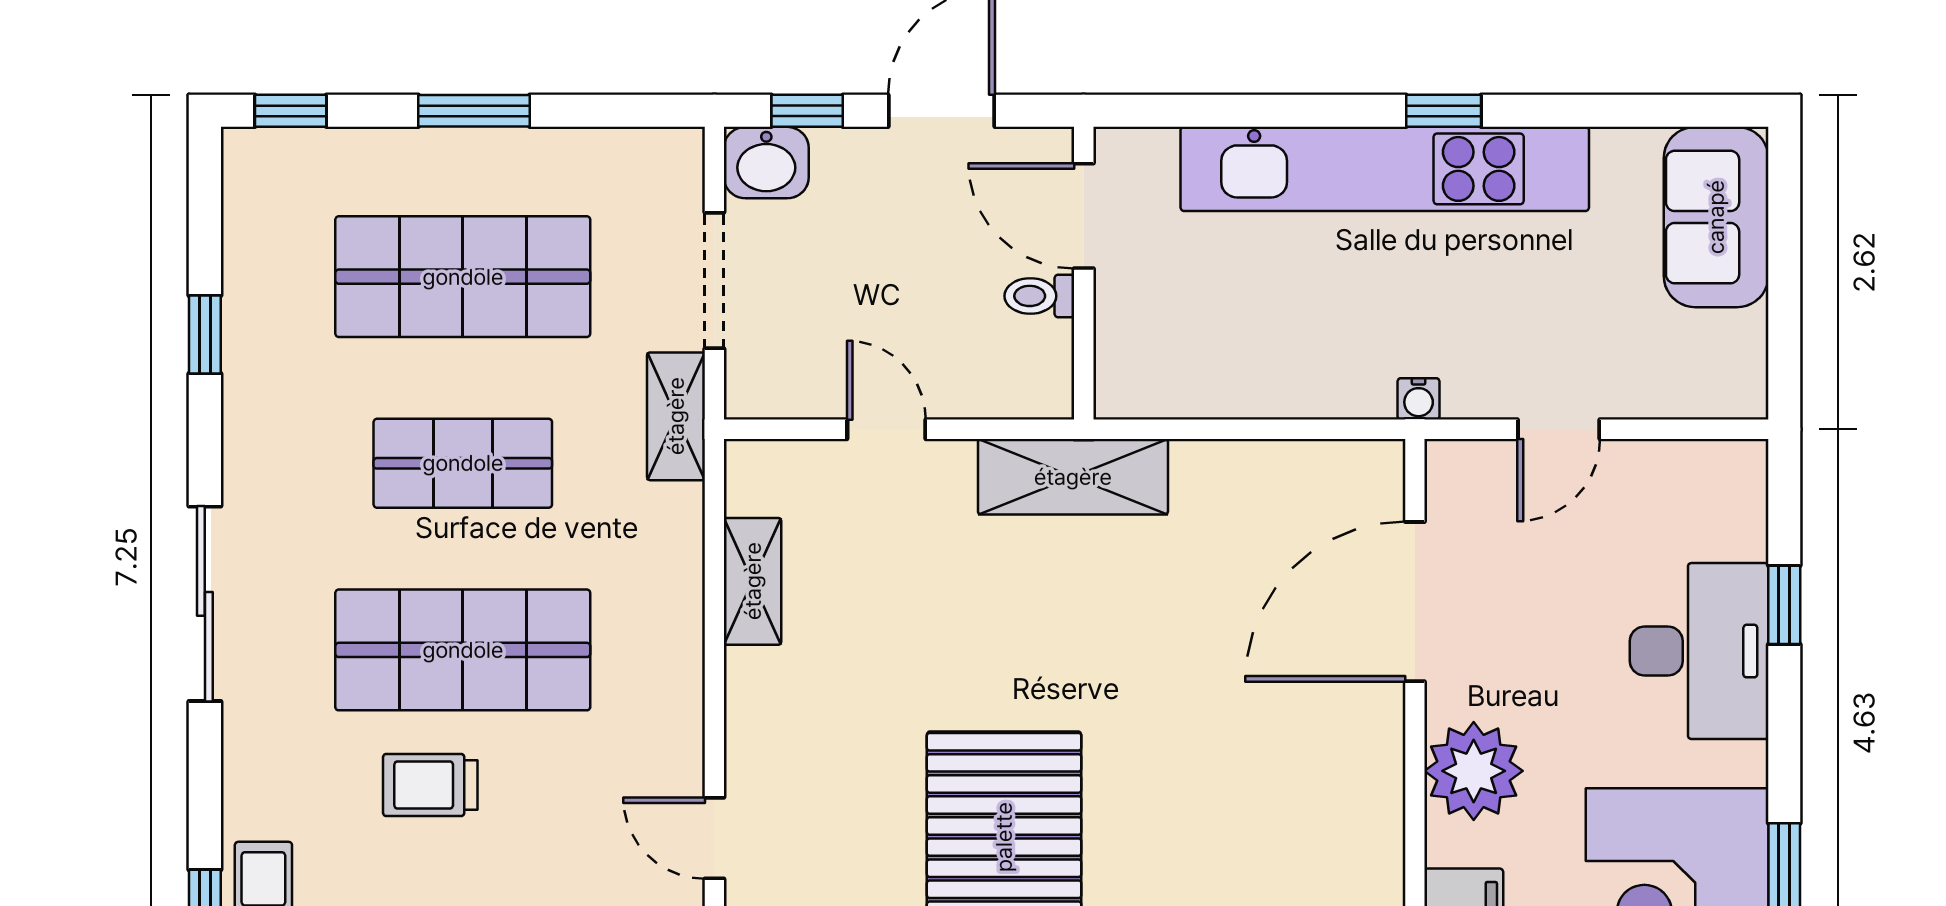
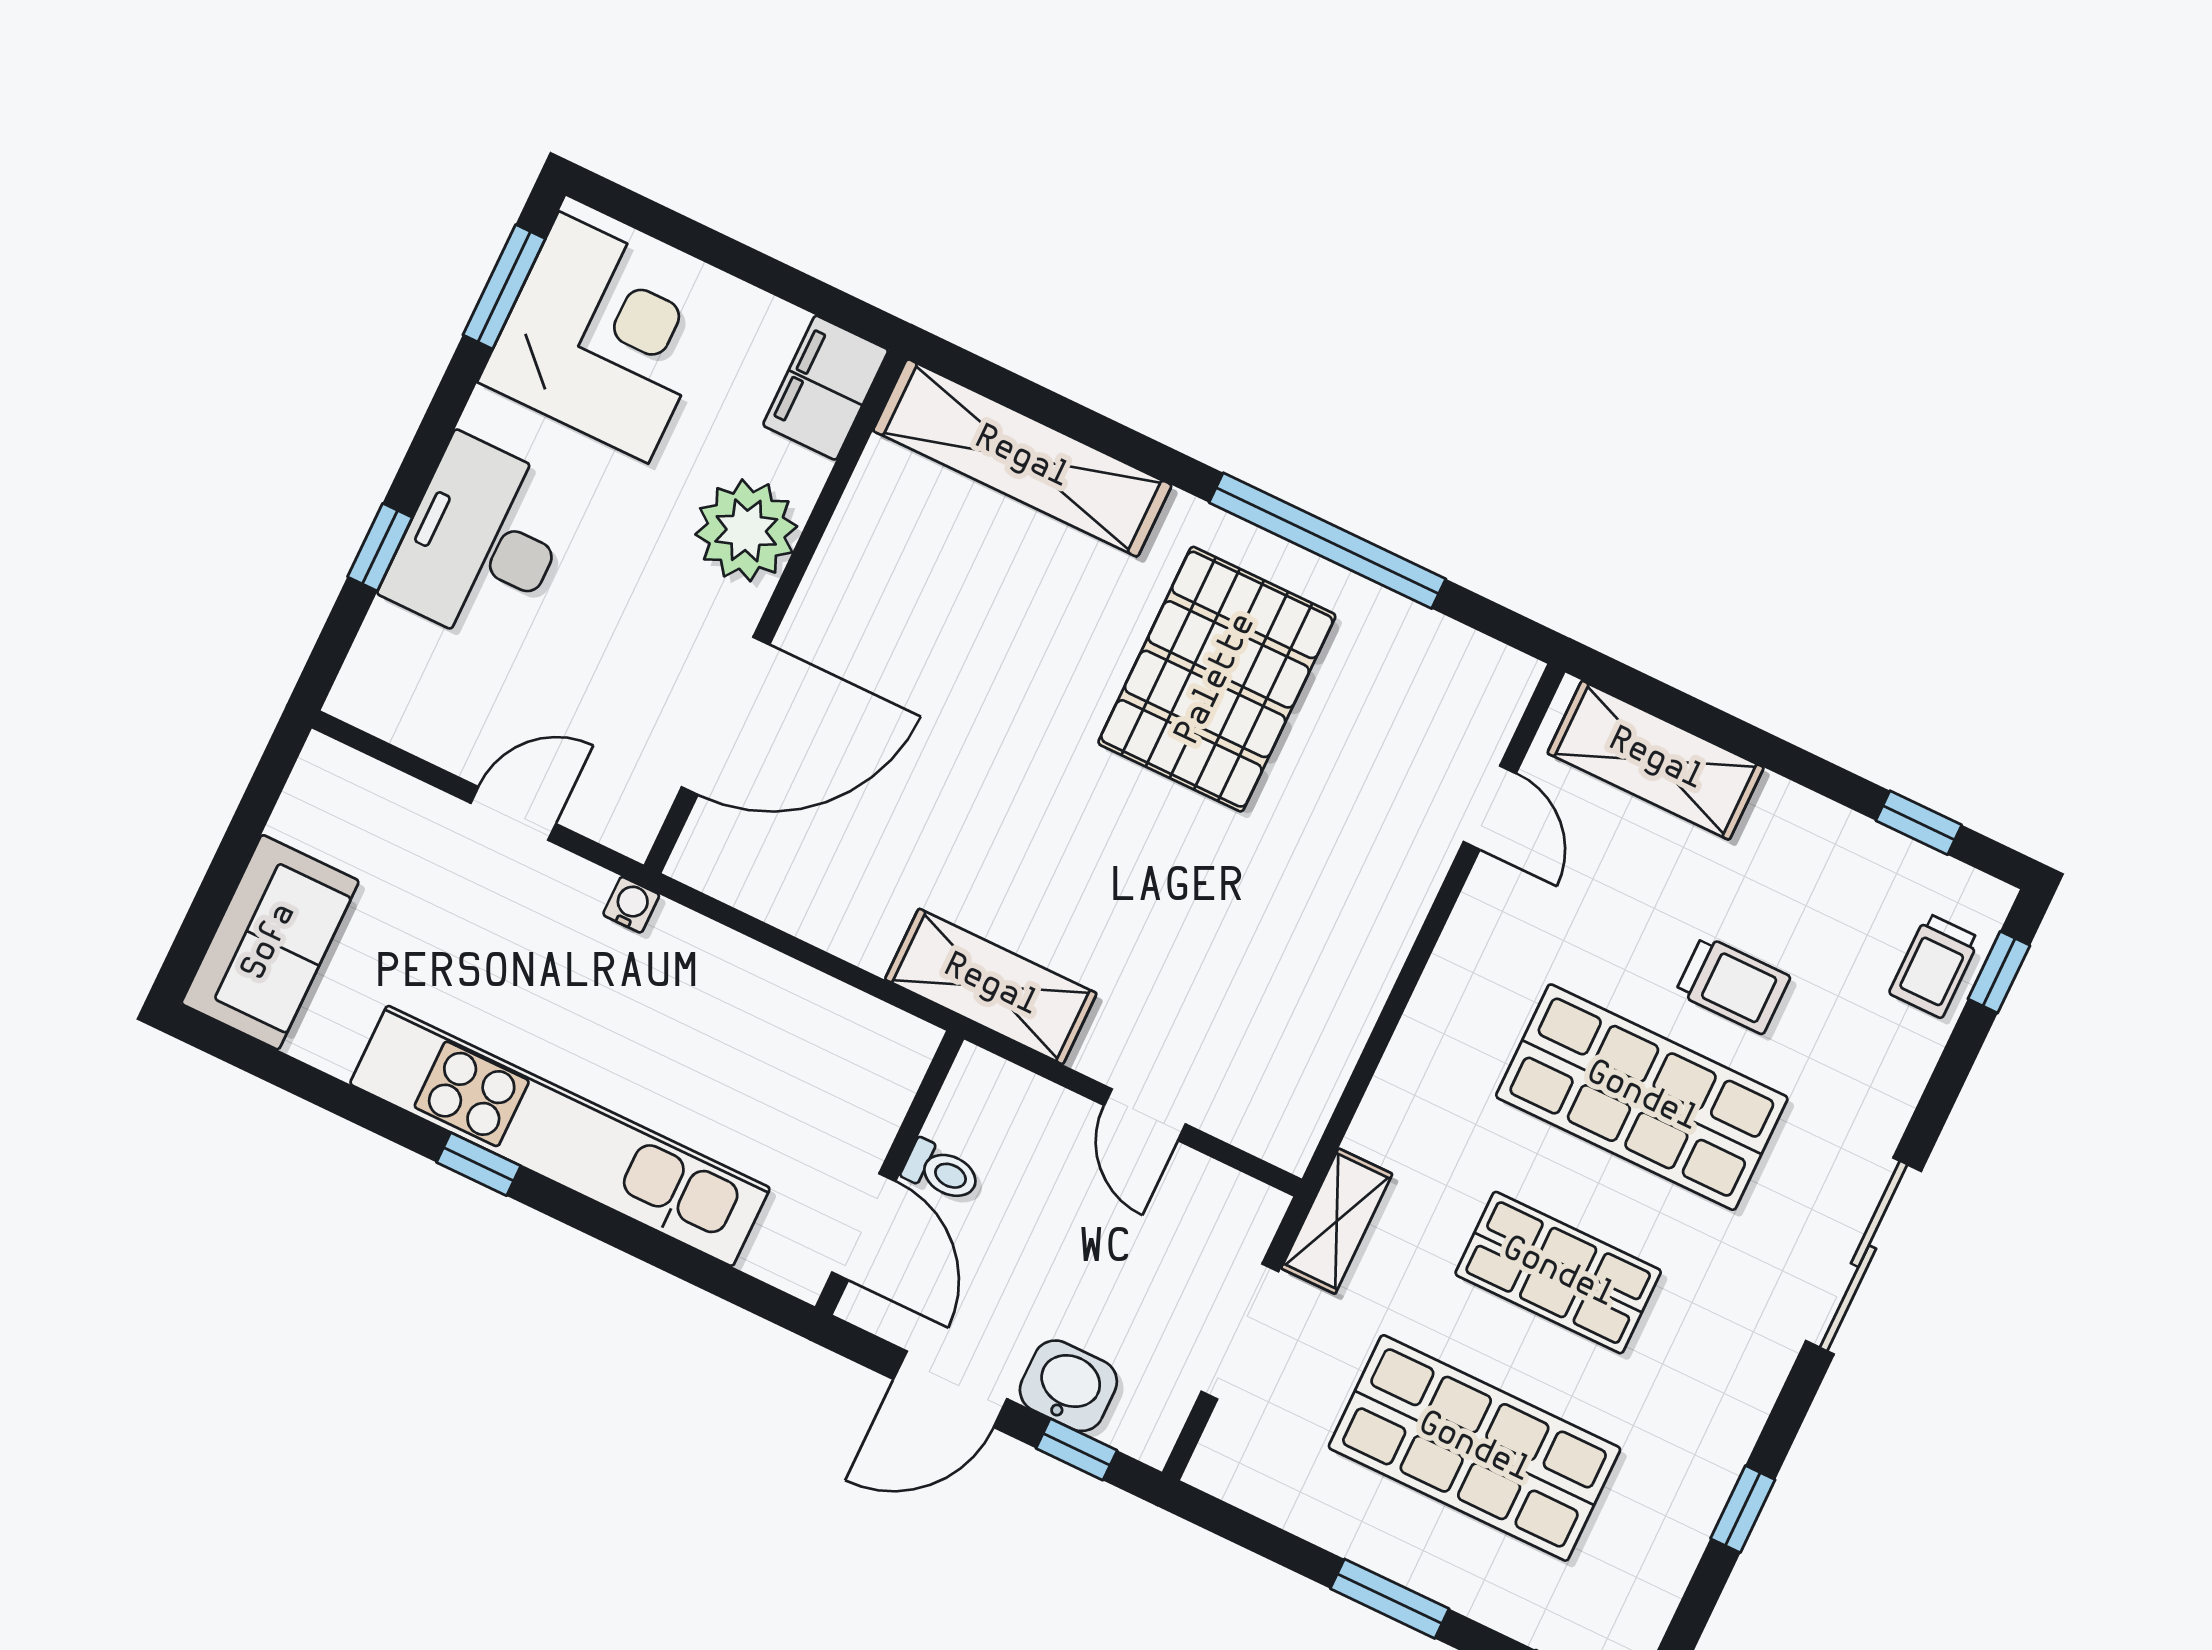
washbasin: (766, 163) -> (1068, 1386), moved
shelving: (753, 581) -> (1339, 1032), removed

